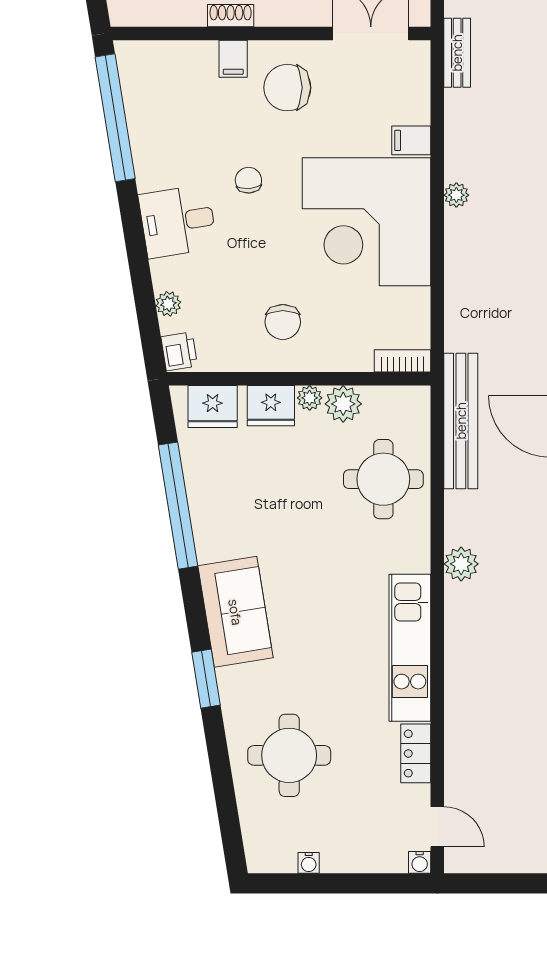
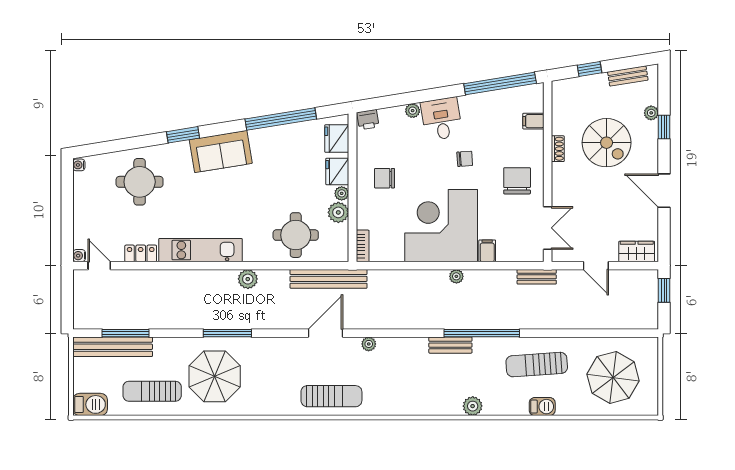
filing cabinet: (233, 59) -> (533, 121), moved
plant: (168, 304) -> (413, 111), moved
door: (437, 827) -> (99, 266), swing flipped
water cooler: (309, 863) -> (79, 165), moved

